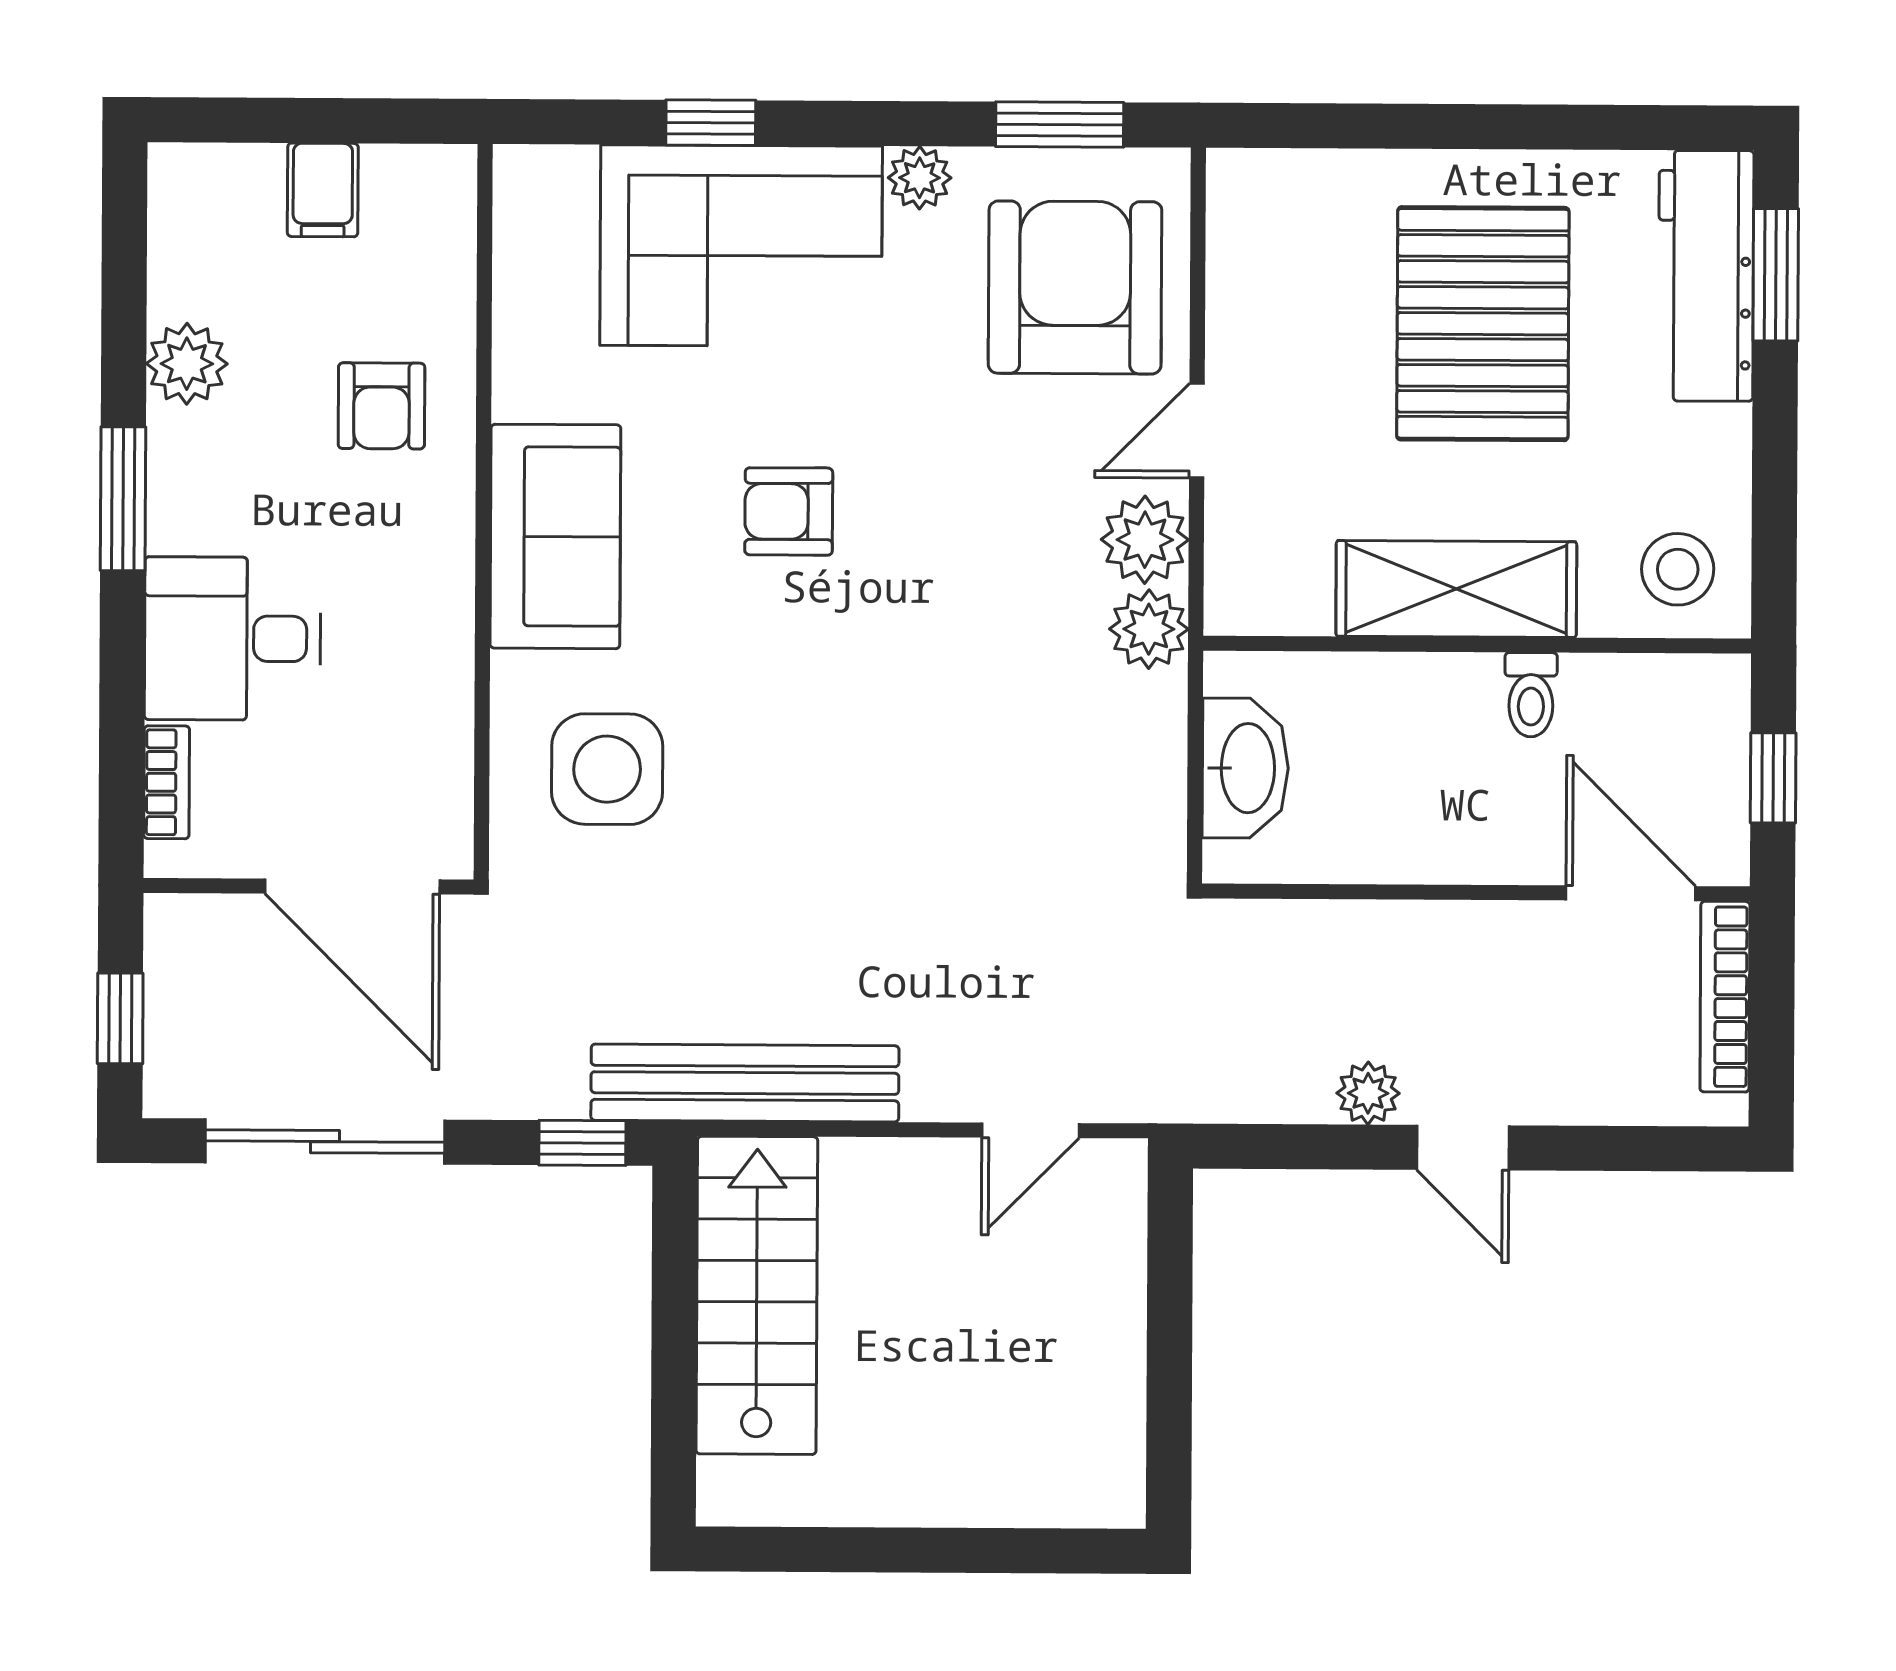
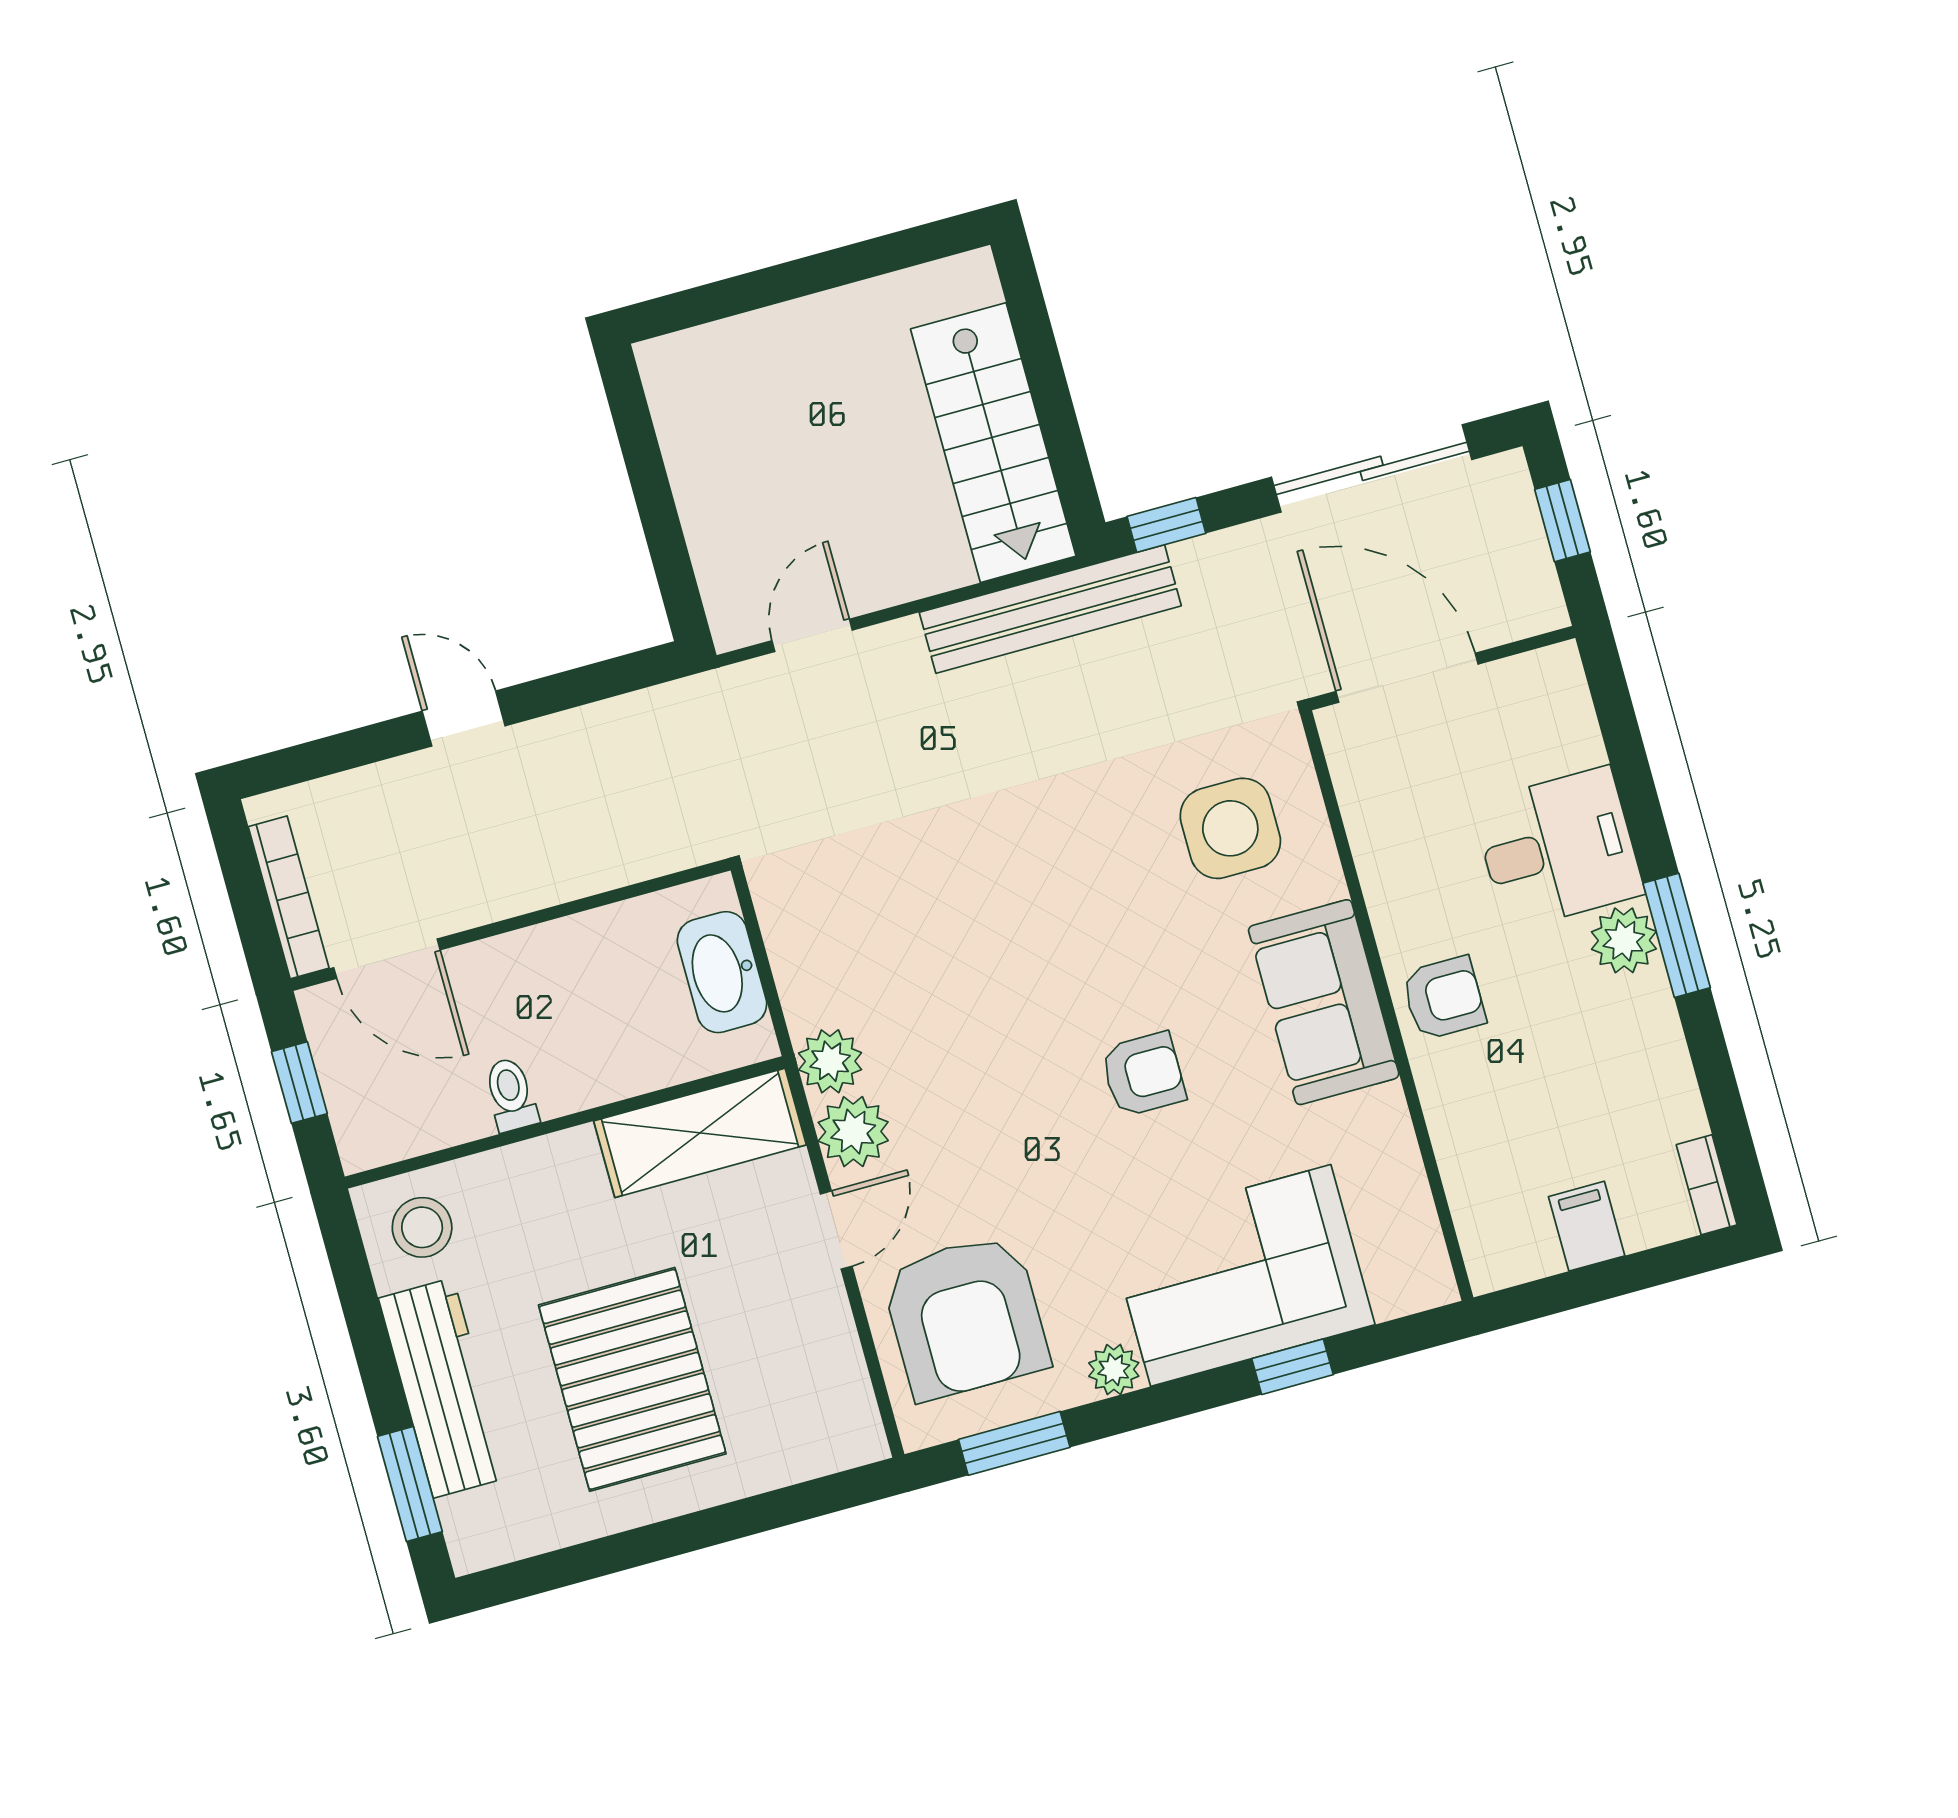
workbench: (1706, 276) -> (443, 1388), moved
plant: (187, 364) -> (1624, 940), moved
armchair: (381, 406) -> (1444, 998), moved, turned 90
shelving: (1456, 589) -> (700, 1133), moved
bookcase: (167, 782) -> (1707, 1185), moved
plant: (1368, 1093) -> (551, 741), removed

